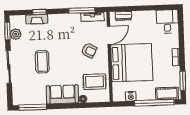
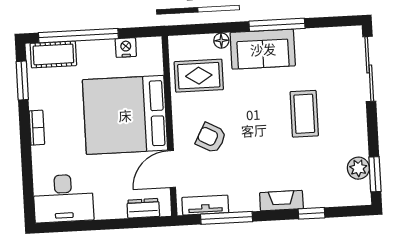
fireplace: (37, 19) -> (281, 201), moved
desk: (167, 21) -> (63, 198), width x1.37
sliding door: (9, 67) -> (369, 69), moved
window: (33, 107) -> (277, 25), moved

